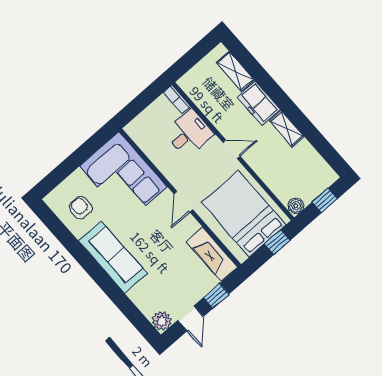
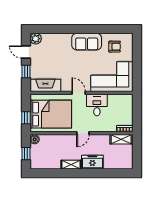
shelving: (235, 71) -> (121, 139), moved
desk: (189, 133) -> (97, 105), moved, turned 180
sofa: (113, 257) -> (87, 42), width x0.73

